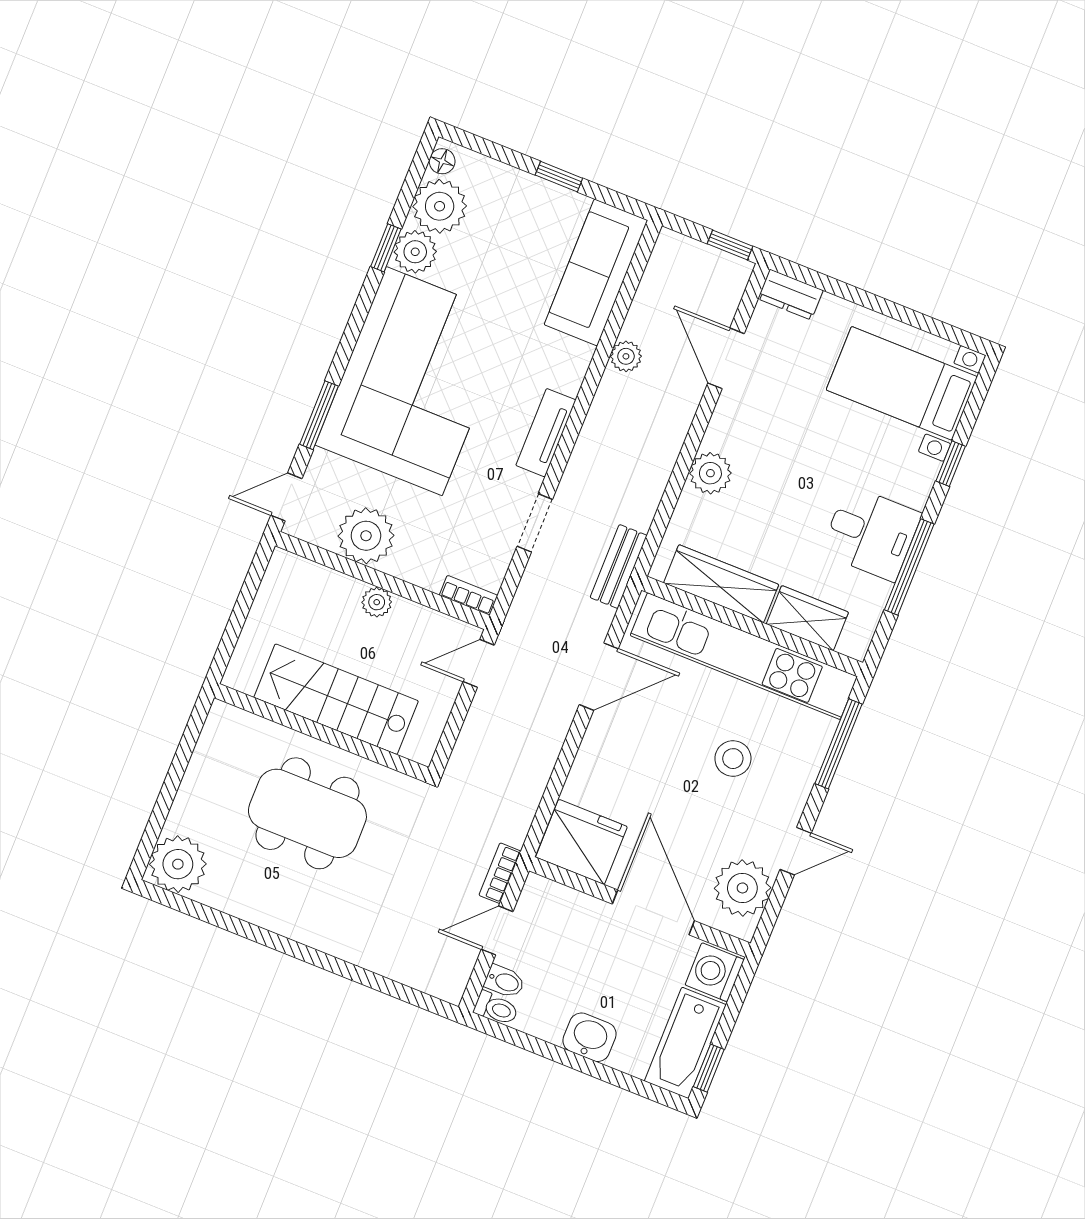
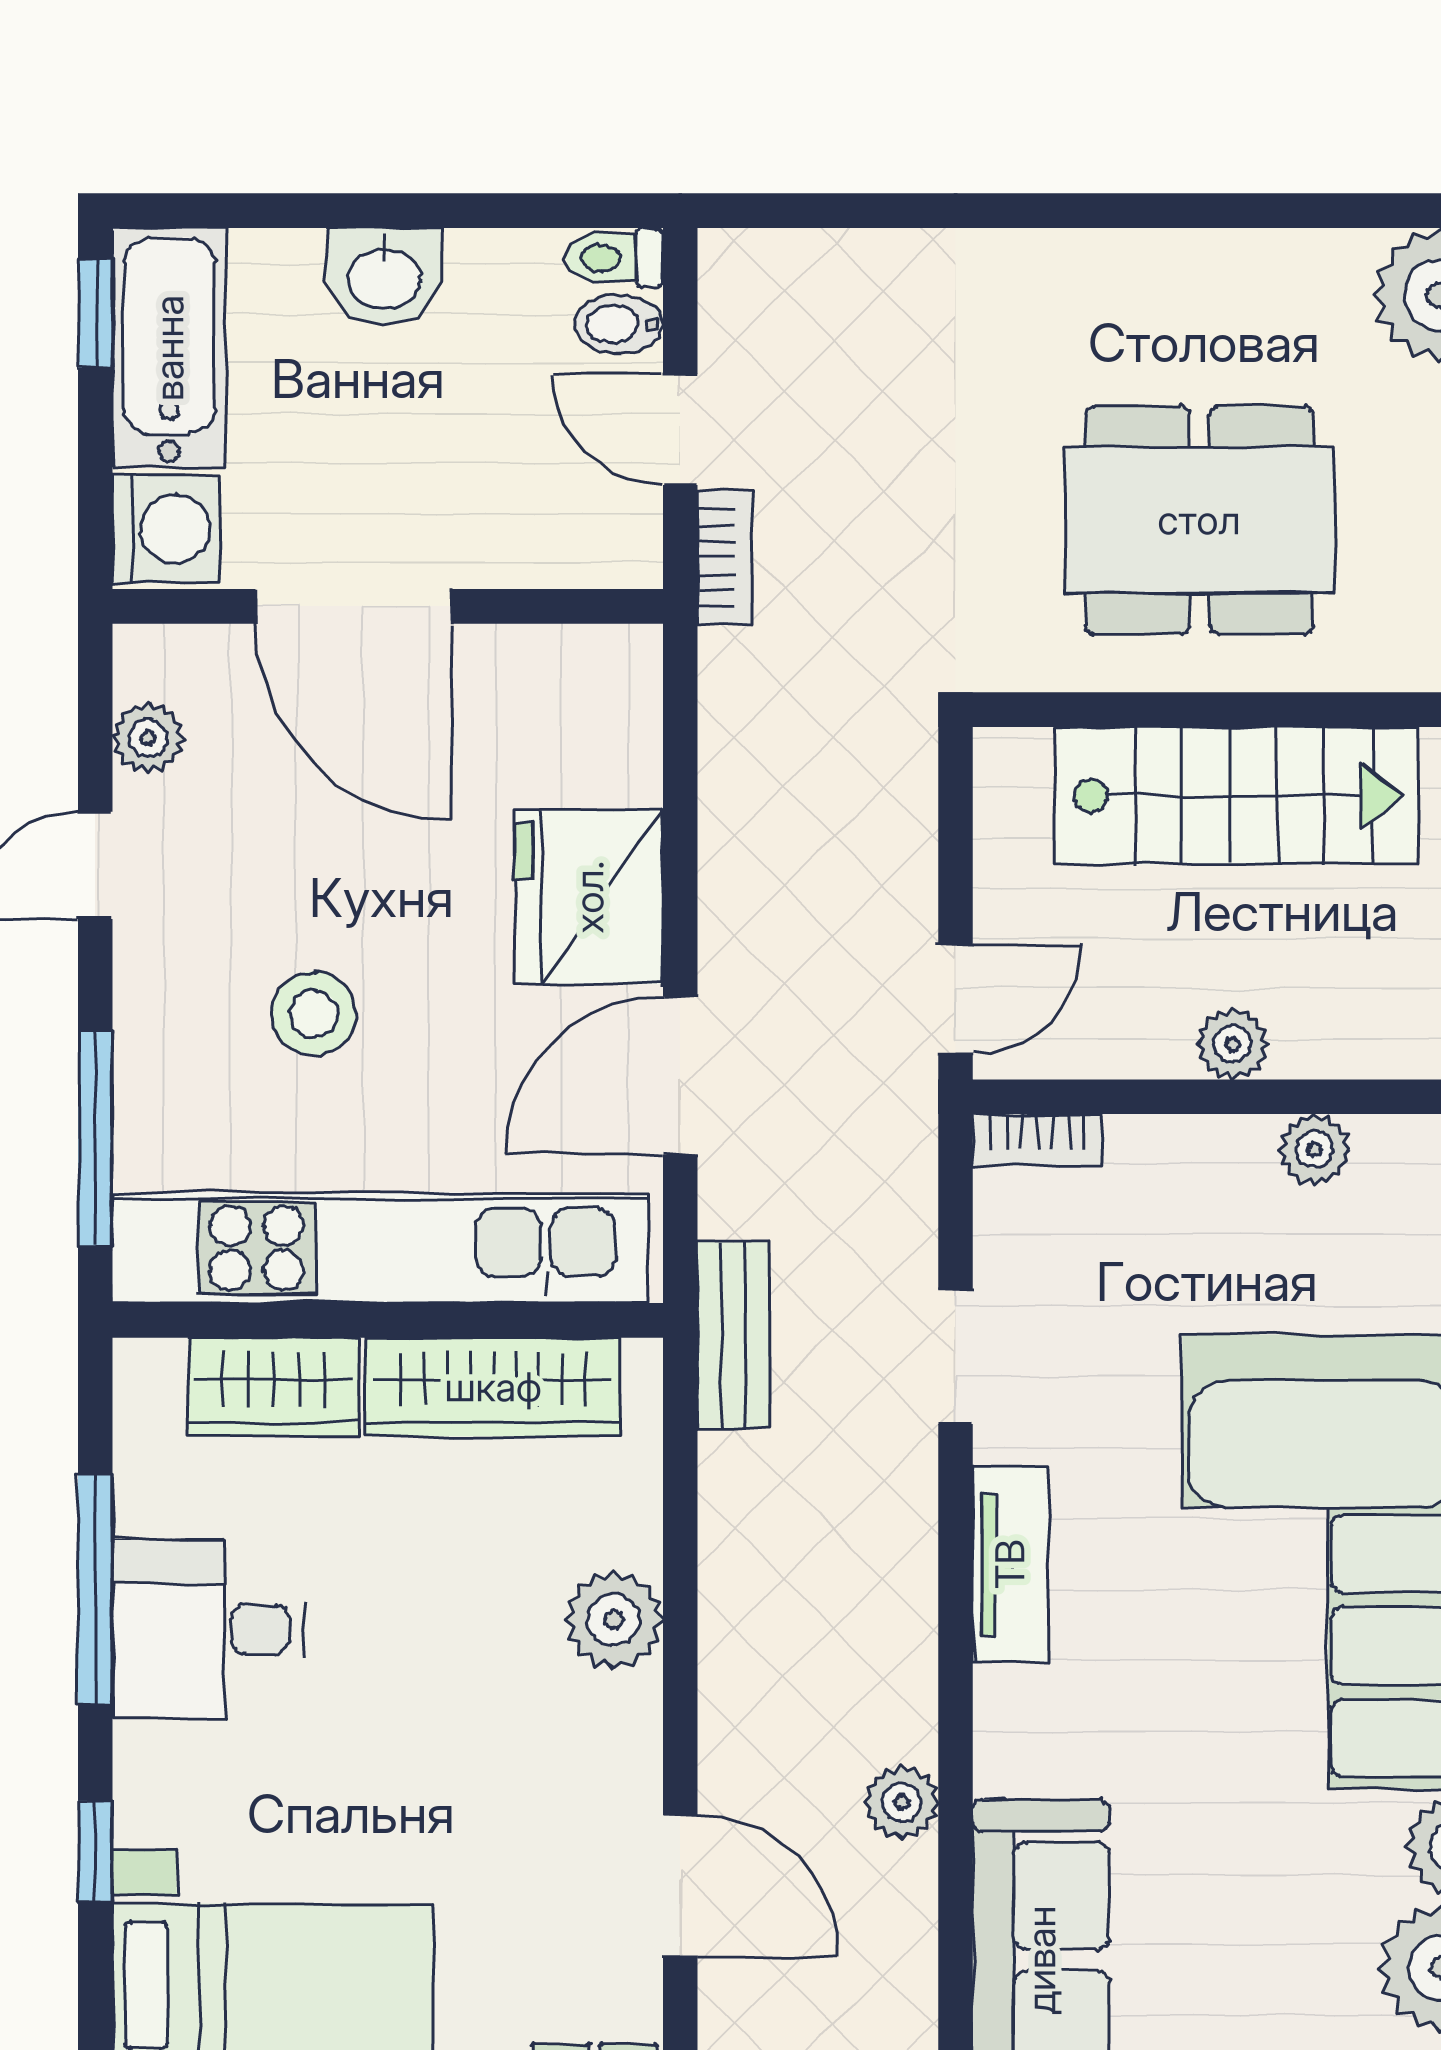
plant: (366, 536) -> (1315, 1149), width x0.53, depth x0.53
fridge: (581, 842) -> (589, 897), moved, turned 90
plant: (742, 888) -> (148, 738), width x0.53, depth x0.53
door: (497, 930) -> (680, 430), swing flipped

